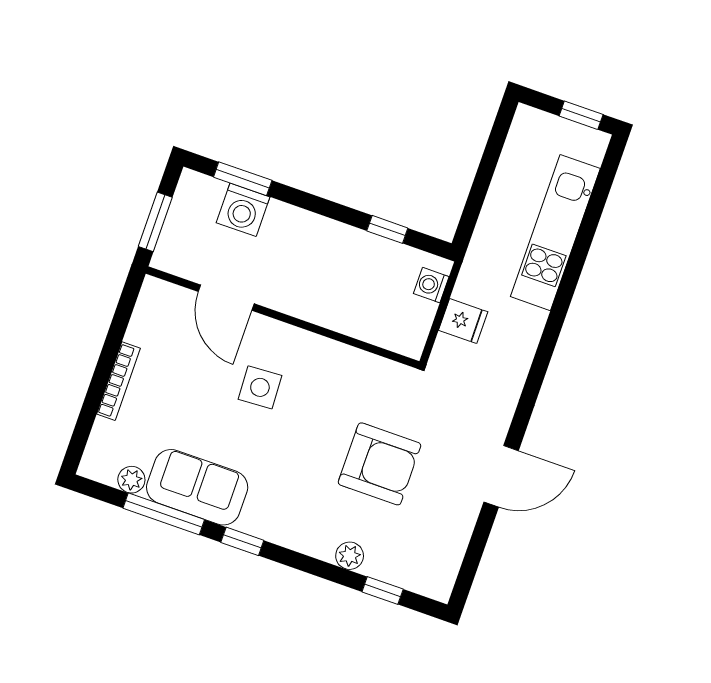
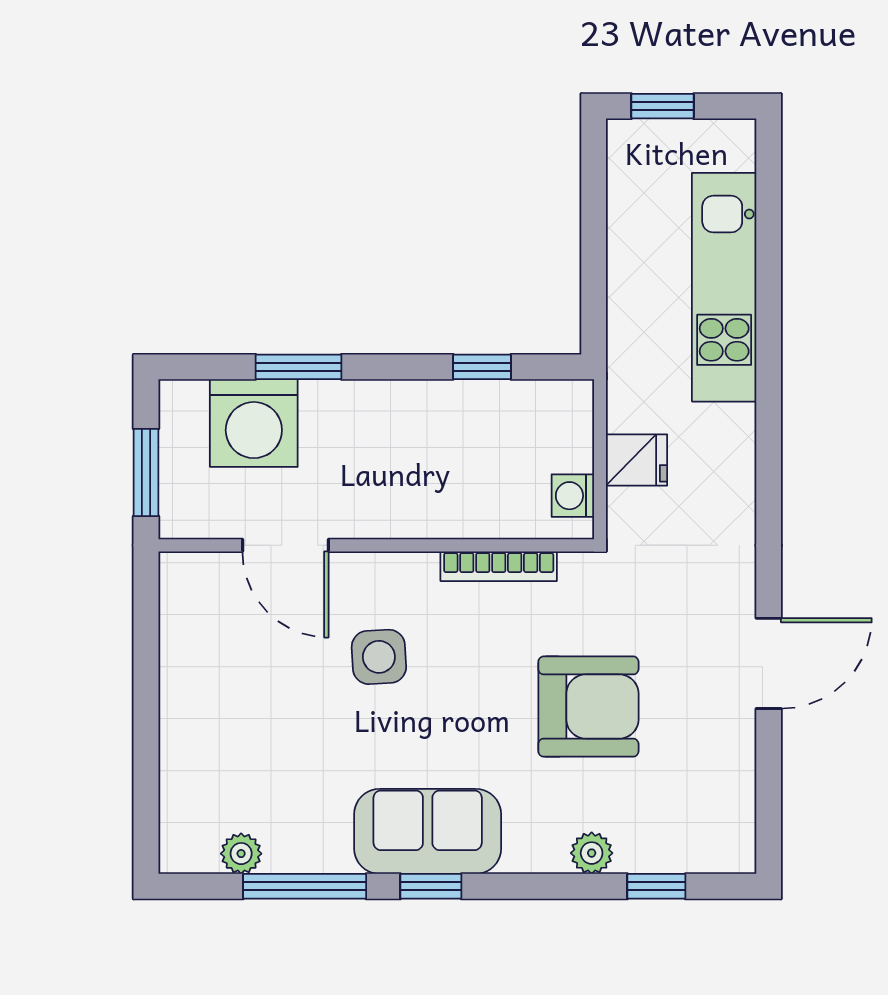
window: (581, 115) -> (663, 106), moved
window: (243, 179) -> (299, 367), moved
washing machine: (243, 210) -> (254, 423), width x1.37, depth x1.37
washing machine: (431, 285) -> (573, 496), moved
bookcase: (118, 381) -> (499, 566), moved, turned 90
sofa: (197, 487) -> (428, 831), moved

